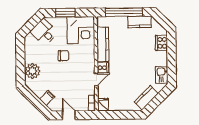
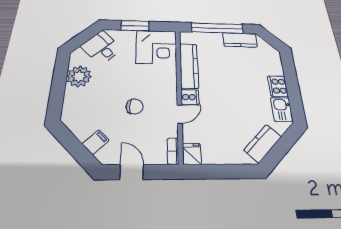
cooker: (161, 43) -> (278, 86), moved
chair: (64, 56) -> (135, 107), moved
plant: (32, 71) -> (79, 76), moved

